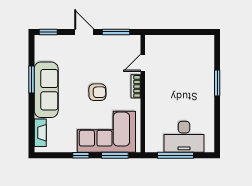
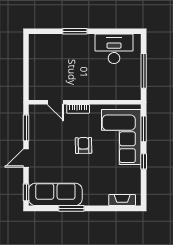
sofa: (46, 90) -> (55, 194), moved
desk: (184, 137) -> (114, 49), moved, turned -90

